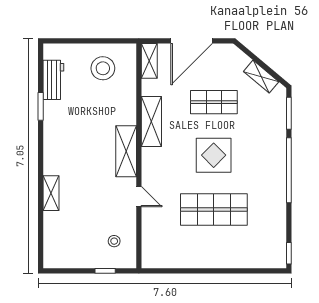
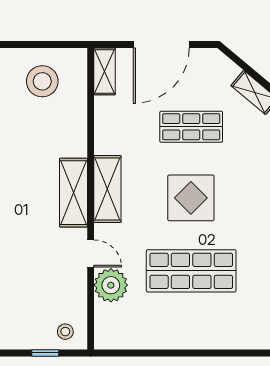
shelving: (151, 122) -> (107, 189), moved
plant: (154, 220) -> (111, 285), added
stool: (114, 241) -> (65, 332), moved

